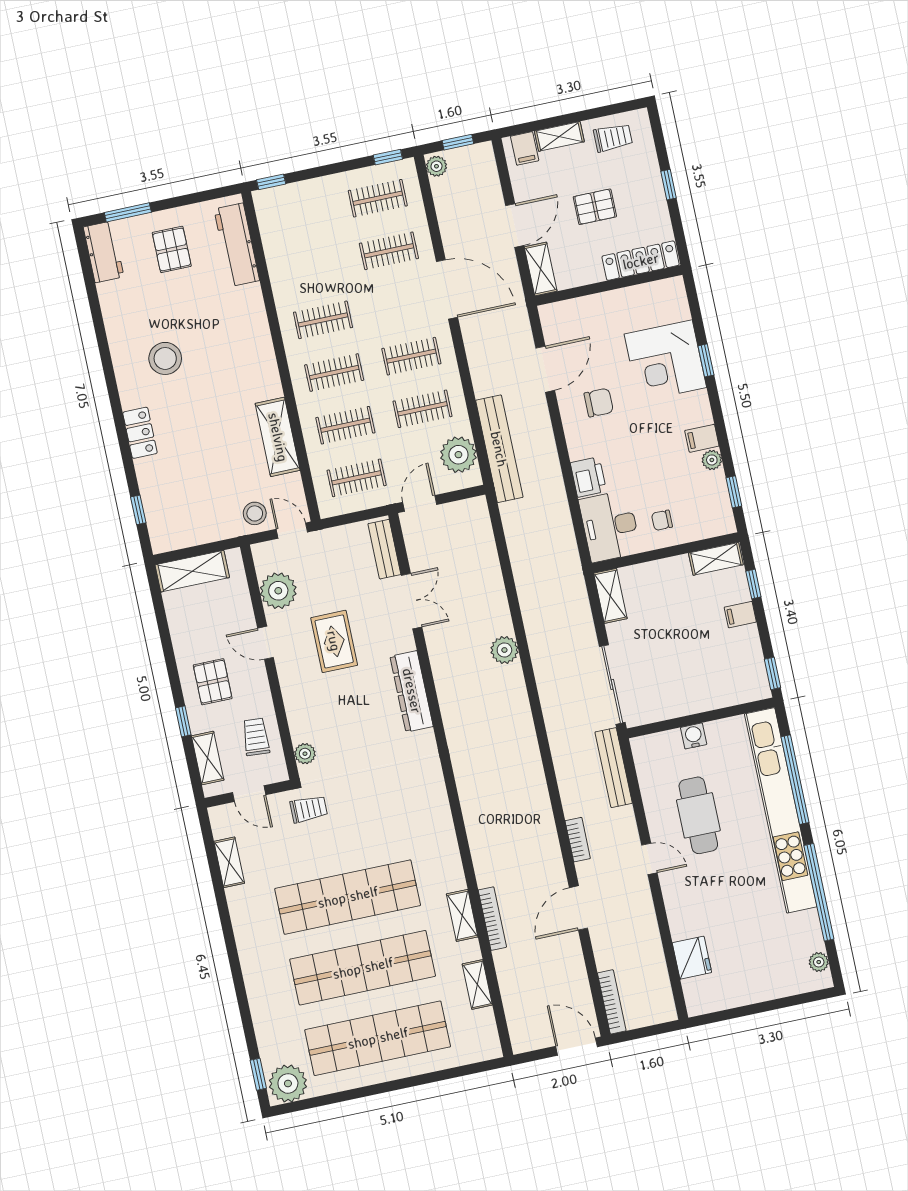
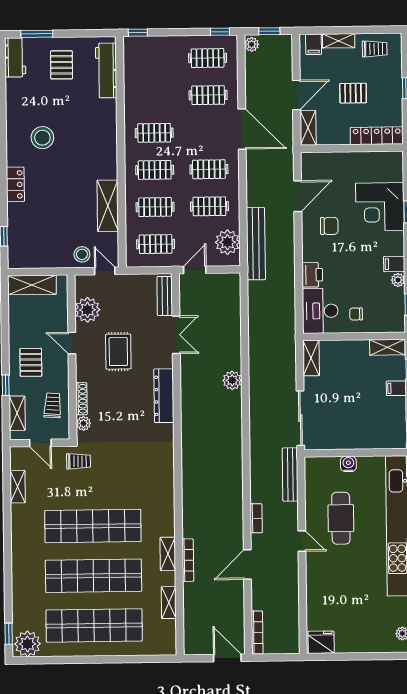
shoe rack: (295, 719) -> (81, 399), added
fridge: (692, 958) -> (321, 642), moved, turned -90

